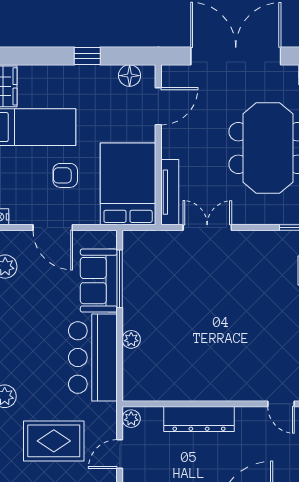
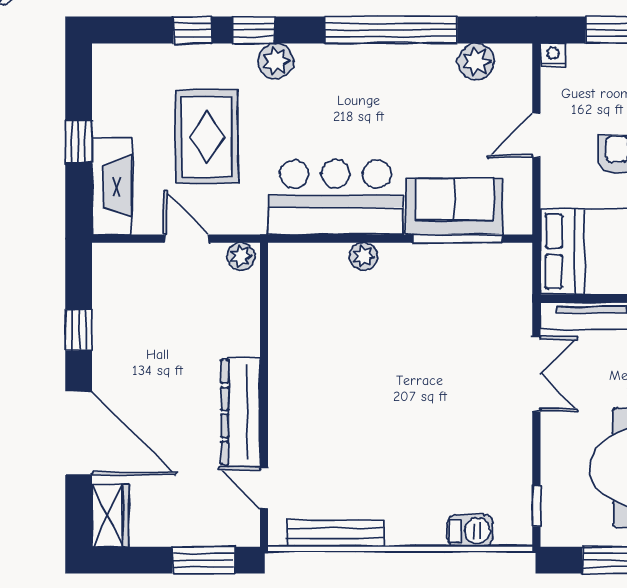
door: (53, 228) -> (536, 135), width x0.73
door: (281, 404) -> (264, 488), hinge flipped
dresser: (199, 419) -> (241, 412), moved

